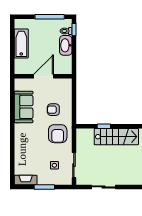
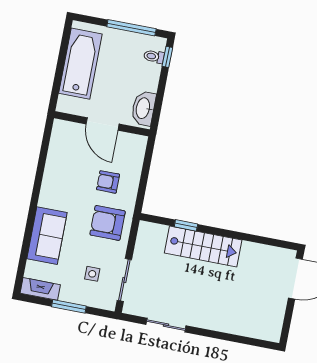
bathtub: (21, 43) -> (80, 64), width x1.36, depth x1.36
washbasin: (66, 45) -> (143, 108), moved
door: (44, 76) -> (103, 124), swing flipped
sofa: (24, 107) -> (47, 236), moved
armchair: (58, 134) -> (108, 223), turned 90

